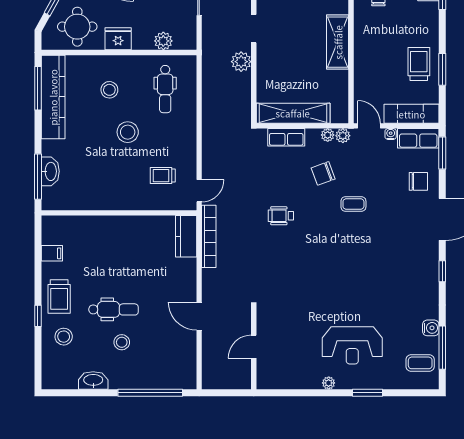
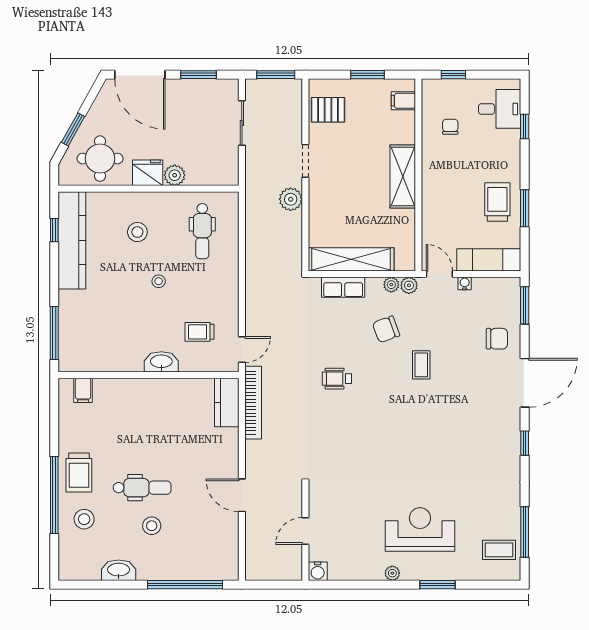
plant: (163, 41) -> (175, 175), moved
window: (38, 88) -> (54, 230), width x0.46
stool: (128, 132) -> (159, 281), width x0.53, depth x0.53
row of seats: (418, 138) -> (497, 288), removed
washbasin: (50, 171) -> (161, 362), moved, turned -90
coffee table: (353, 204) -> (421, 365), turned 90
filing cabinet: (52, 253) -> (83, 390), moved, turned 90
window: (38, 316) -> (54, 495), width x3.17
water cooler: (431, 328) -> (318, 571), moved, turned 90
reception desk: (352, 345) -> (420, 529), turned 180

